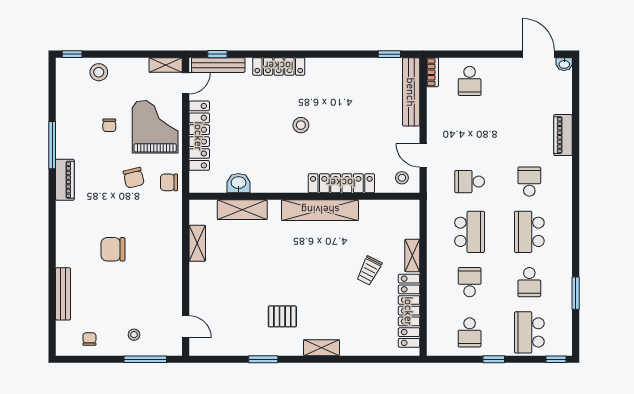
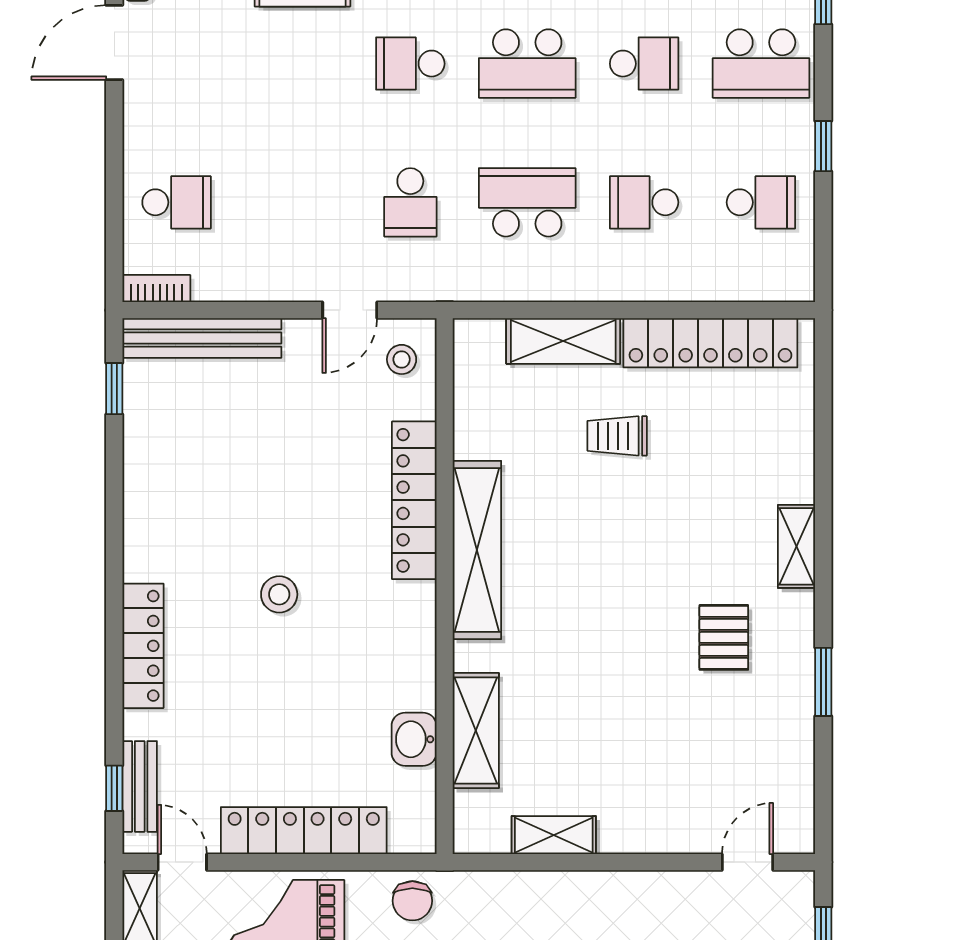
bench: (218, 65) -> (140, 786), width x0.73
shelving: (412, 256) -> (563, 341), width x1.50, depth x1.33
trolley: (369, 271) -> (617, 436), turned 153

